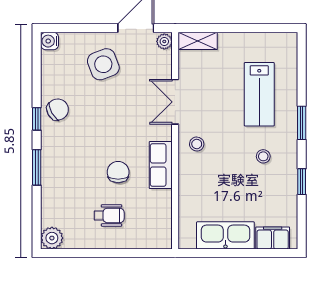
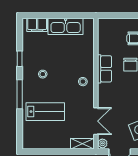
lab bench: (259, 94) -> (45, 112), turned 90
double door: (175, 102) -> (96, 121), moved
window: (302, 123) -> (20, 94), width x1.44

